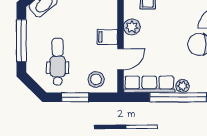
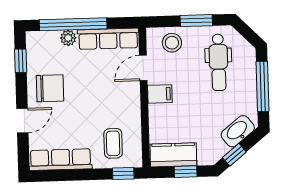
plant: (132, 27) -> (131, 107), removed

